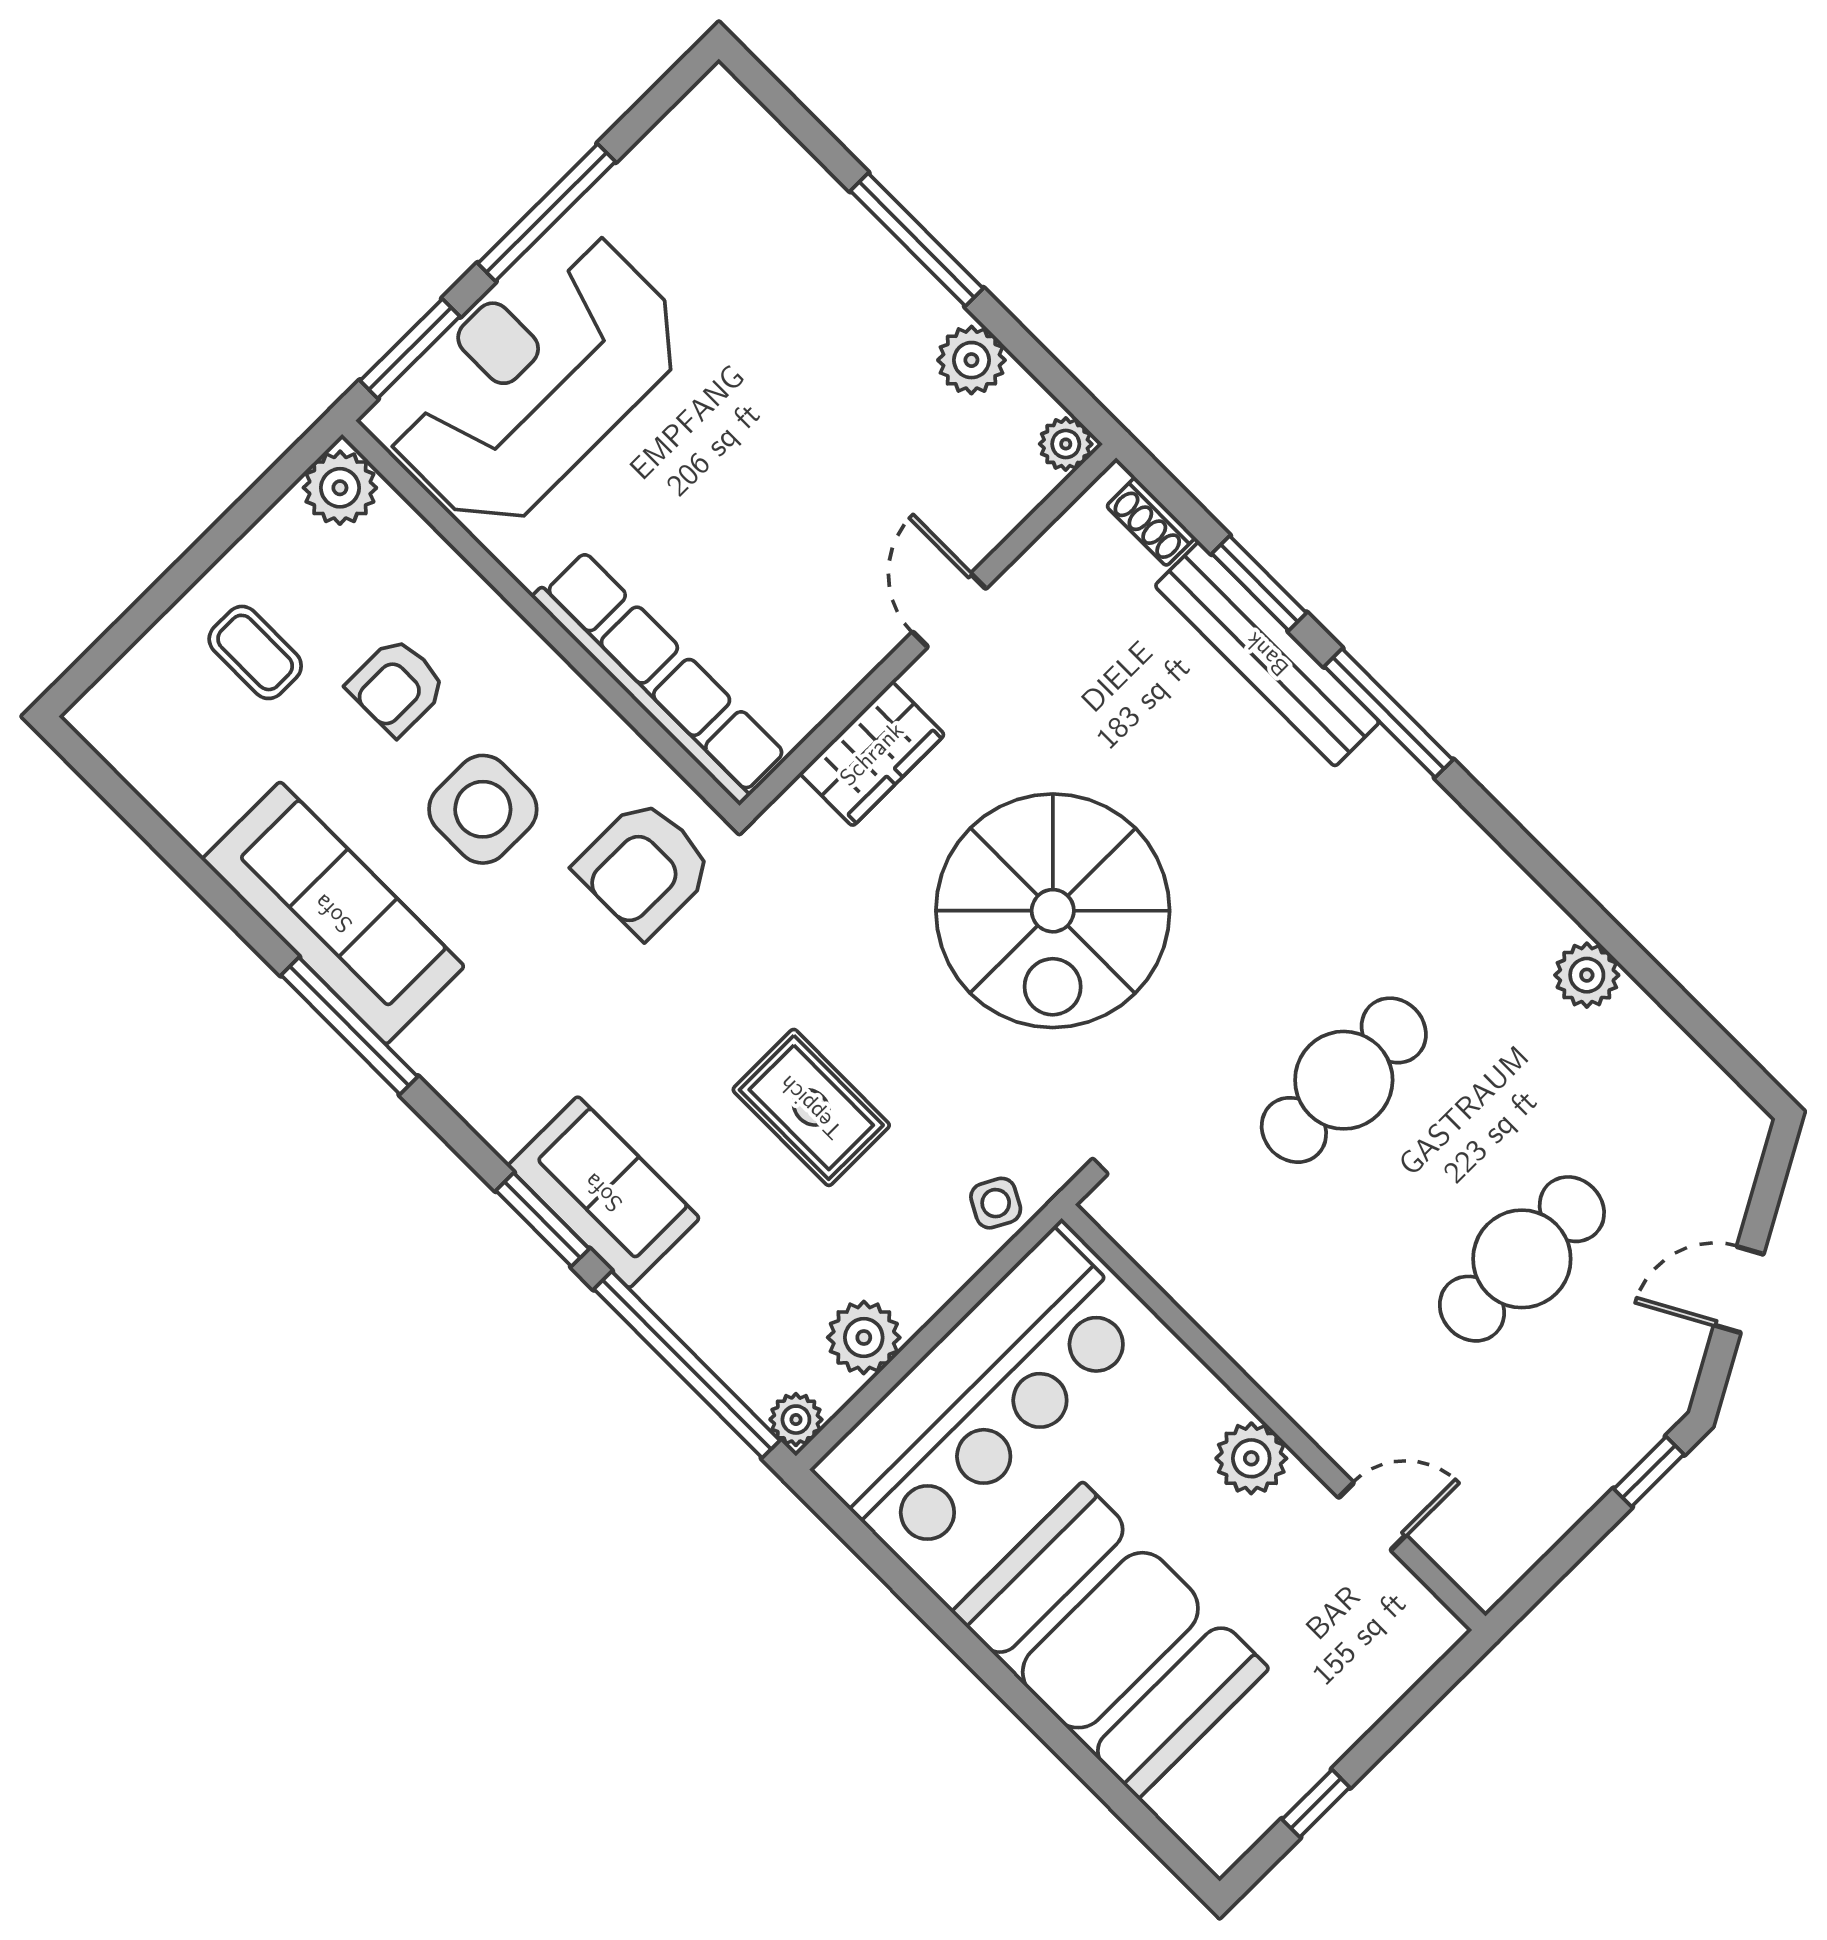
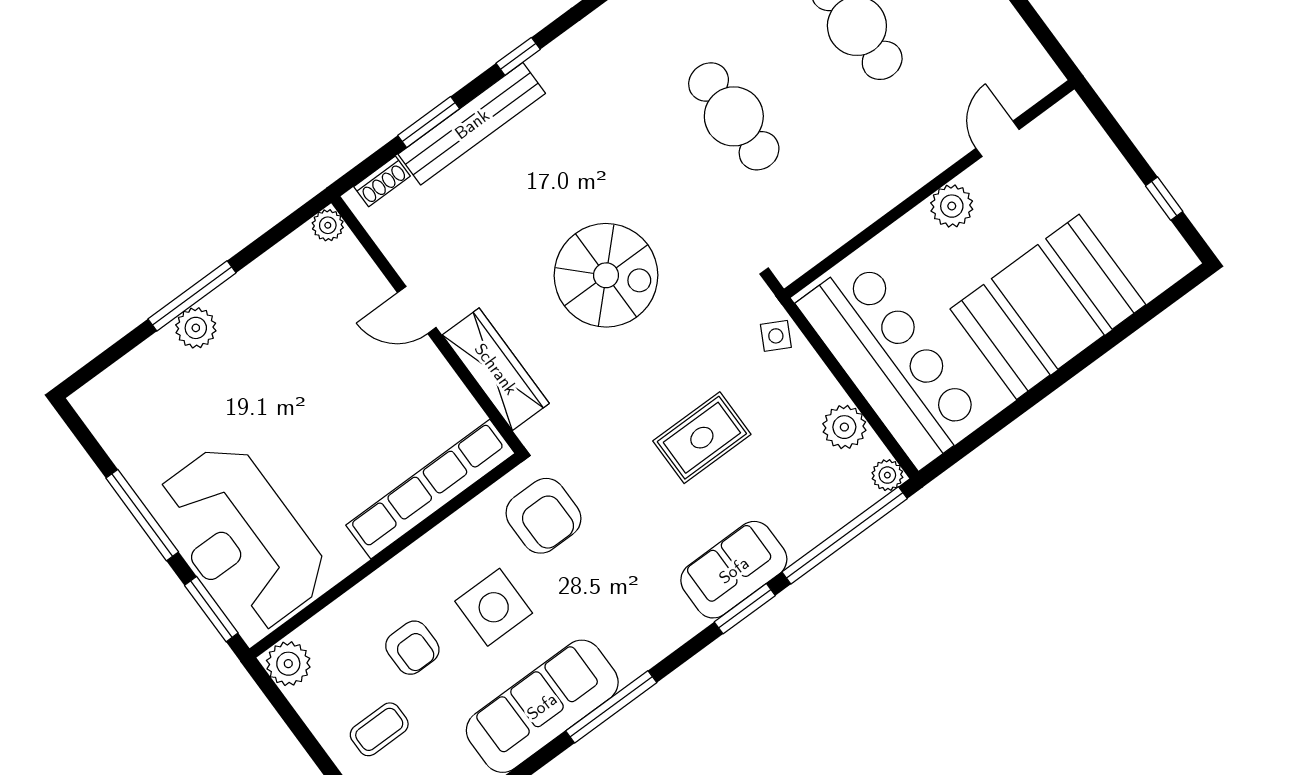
plant: (971, 360) -> (196, 328), moved
window: (1389, 713) -> (518, 56), width x0.46
wardrobe: (872, 754) -> (496, 369), width x1.50
spiral stairs: (1053, 911) -> (606, 275), width x0.73, depth x0.73

